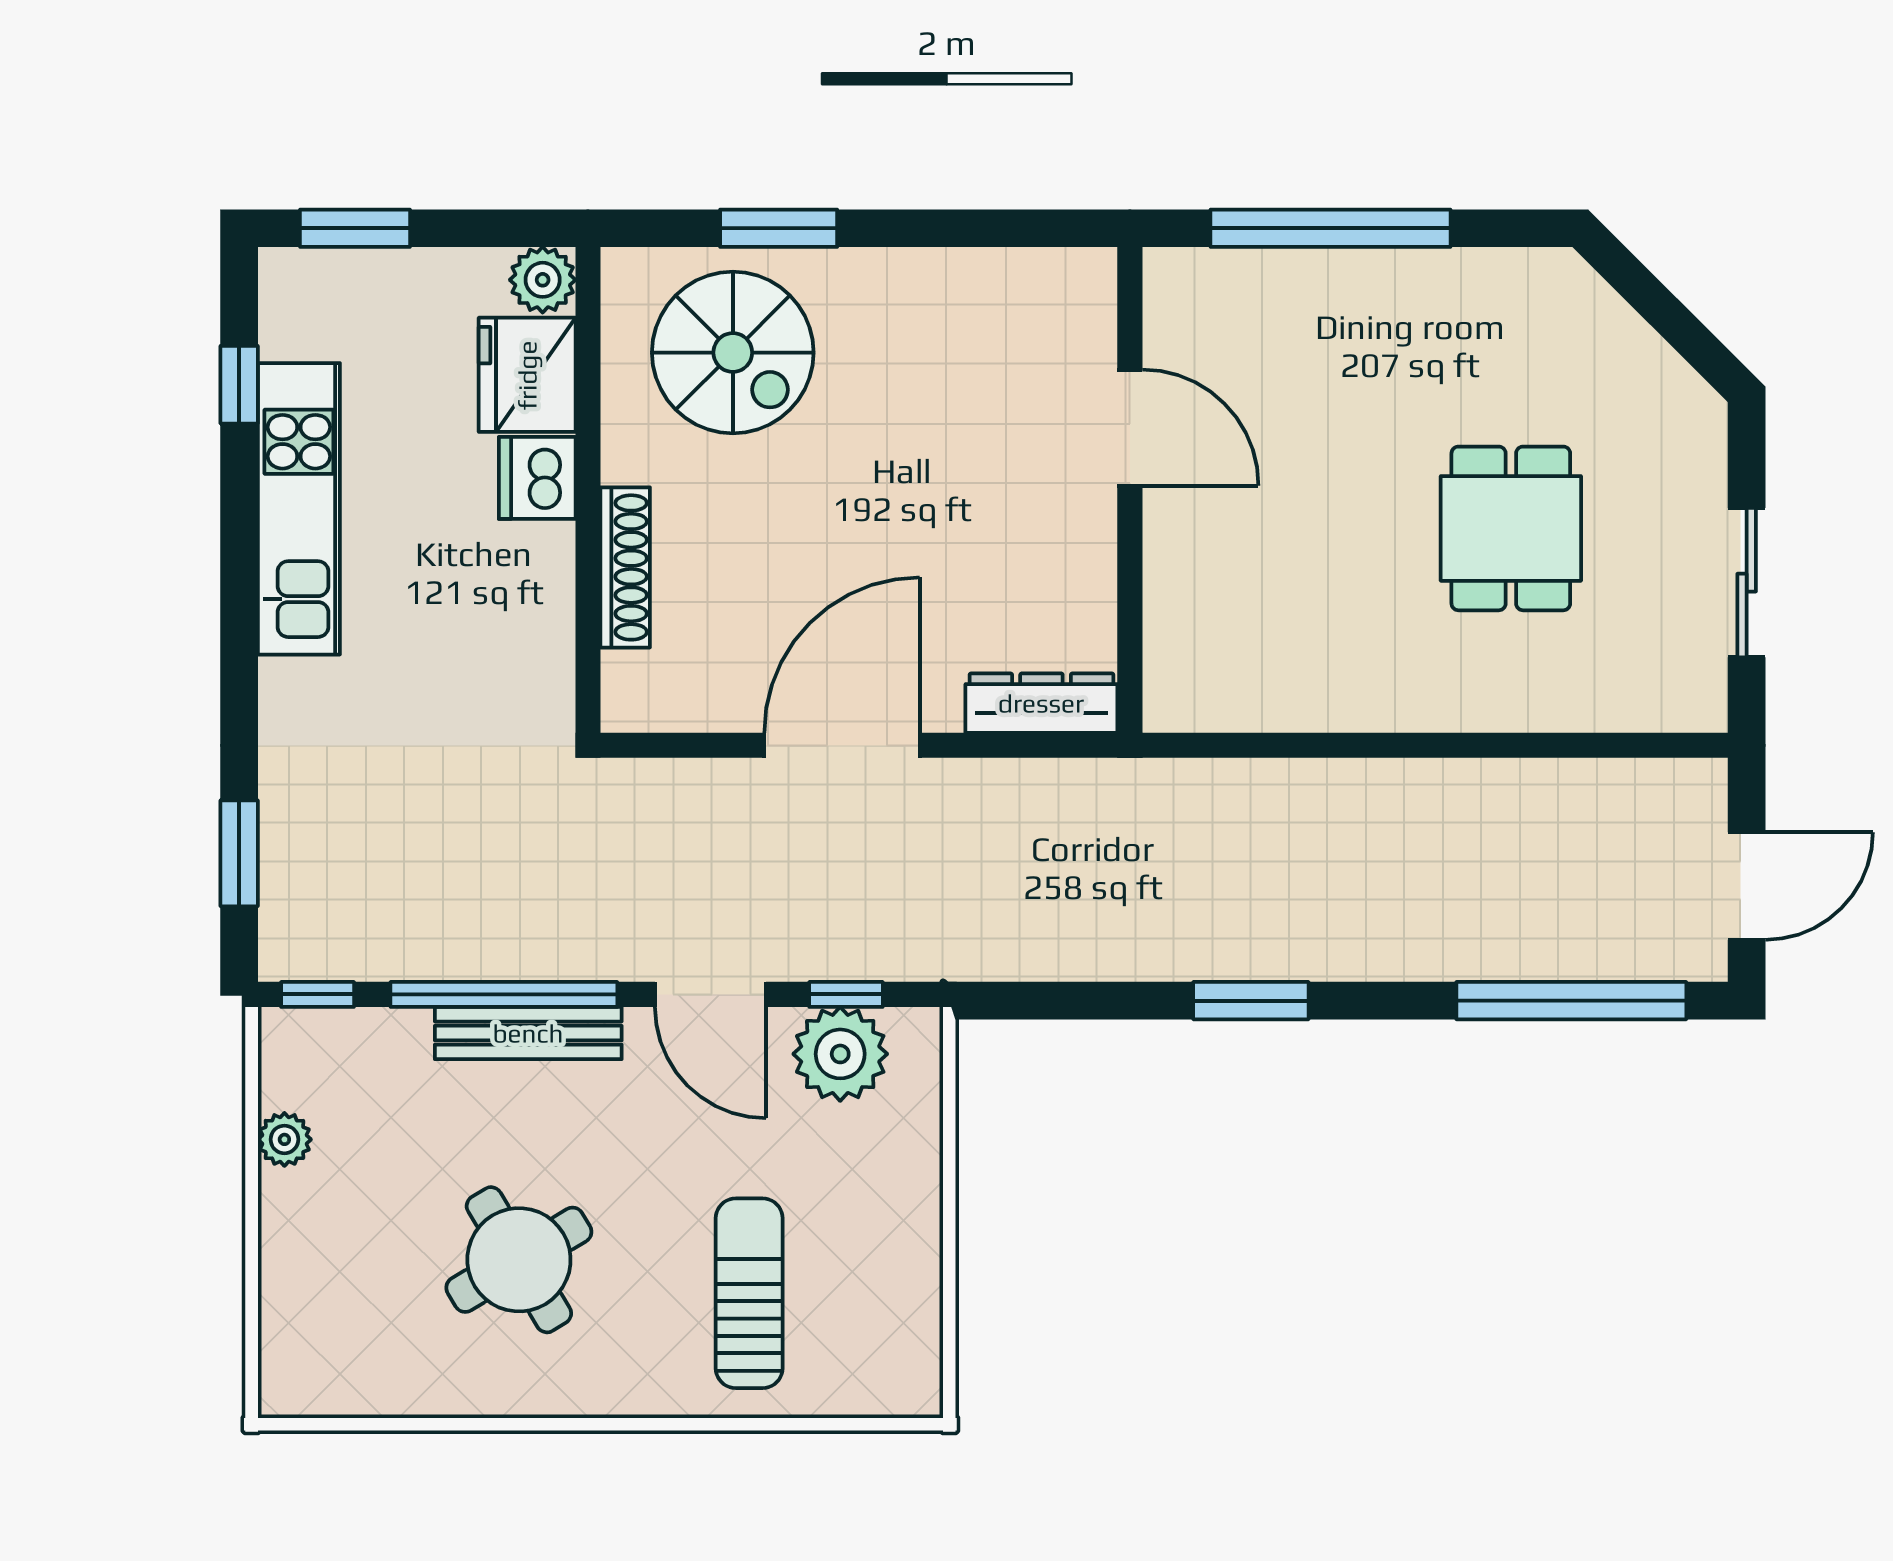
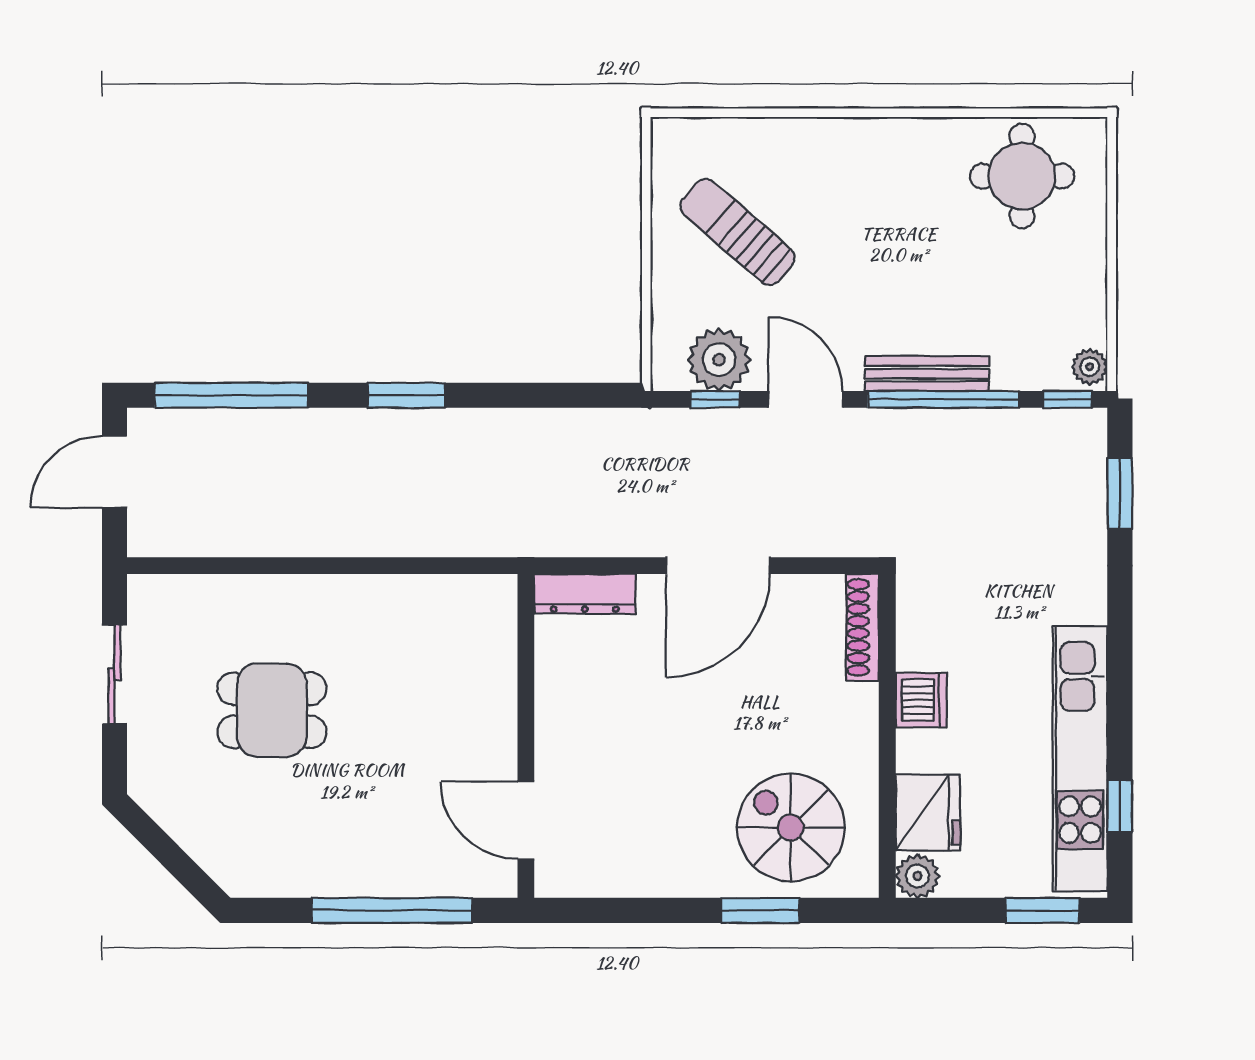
door: (1130, 428) -> (526, 820), moved
dishwasher: (537, 478) -> (921, 700), moved
kitchen unit: (299, 509) -> (1080, 759), width x1.36
dining table: (1511, 528) -> (272, 710), turned 90
shoe rack: (625, 567) -> (862, 627), moved
window: (1251, 1001) -> (406, 395), moved
plant: (284, 1139) -> (1090, 367), moved
round table: (519, 1260) -> (1022, 176), moved, turned 31
sun lounger: (749, 1293) -> (737, 232), moved, turned 131

